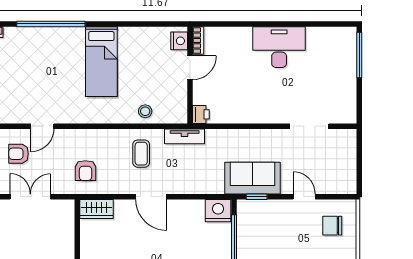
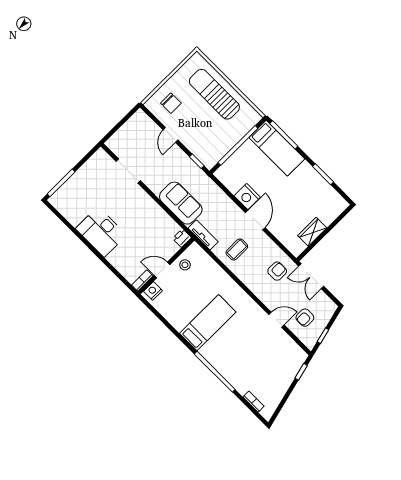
stool: (145, 111) -> (185, 265), moved
armchair: (19, 154) -> (305, 318), turned 90
sofa: (253, 178) -> (181, 203), moved, turned 180
double door: (30, 197) -> (311, 276), moved
wardrobe: (96, 209) -> (312, 232), moved, turned -90
nightstand: (218, 211) -> (247, 197), moved

